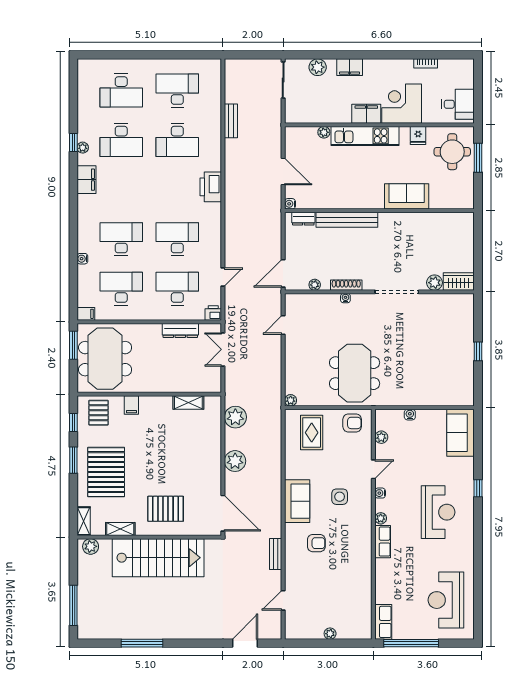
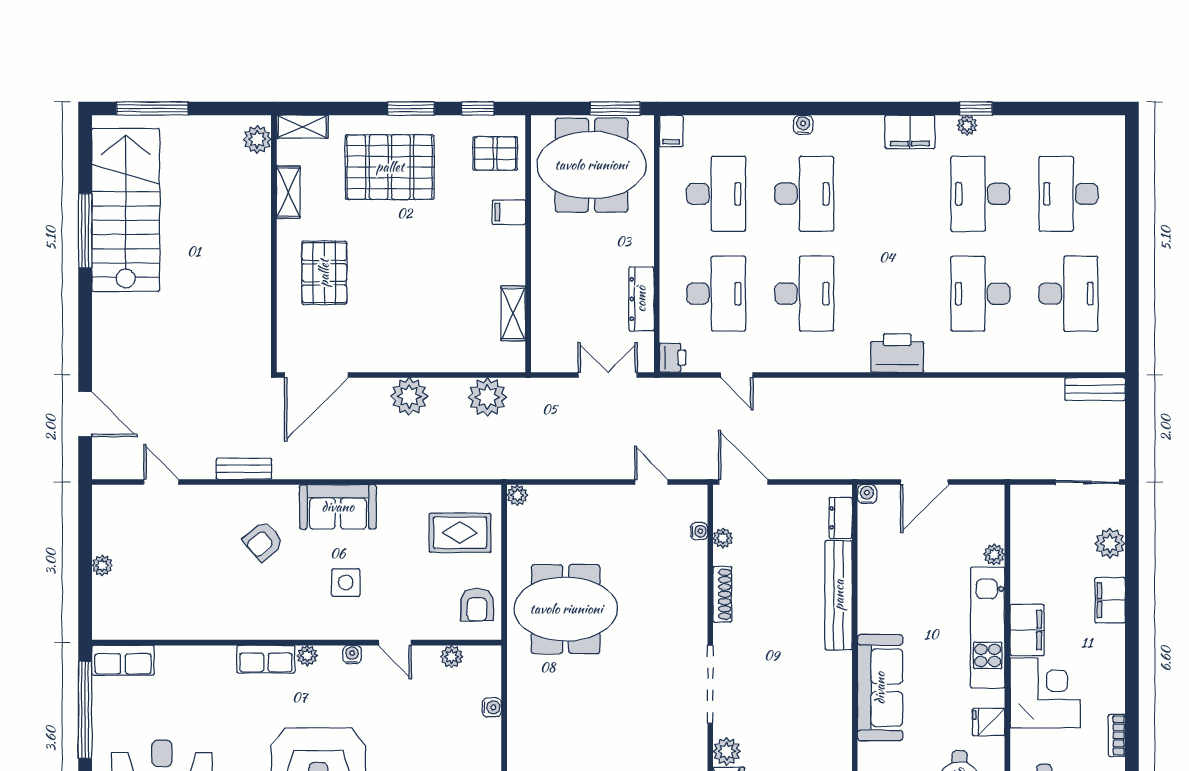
bench: (231, 121) -> (1095, 389), moved
sofa: (407, 196) -> (880, 688), width x1.36
water cooler: (82, 259) -> (803, 125), moved
water cooler: (345, 298) -> (699, 531), moved
armchair: (316, 543) -> (263, 541), turned 50
stairs: (158, 558) -> (126, 210), moved, turned 180

